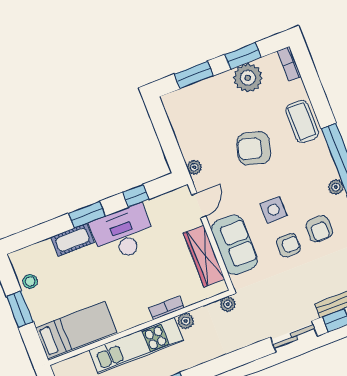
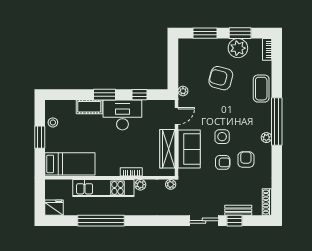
armchair: (254, 148) -> (221, 78), moved
armchair: (319, 229) -> (246, 160), turned 180

